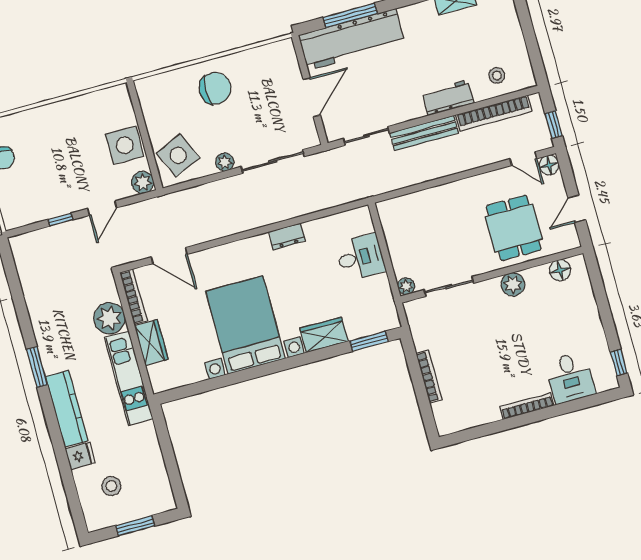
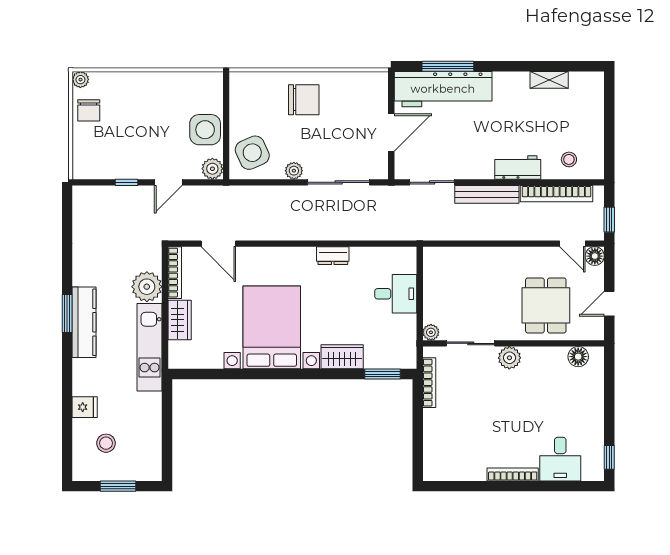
plant: (513, 284) -> (509, 358), moved
bookcase: (429, 377) -> (429, 383), moved
kitchen counter: (67, 409) -> (84, 322), moved

